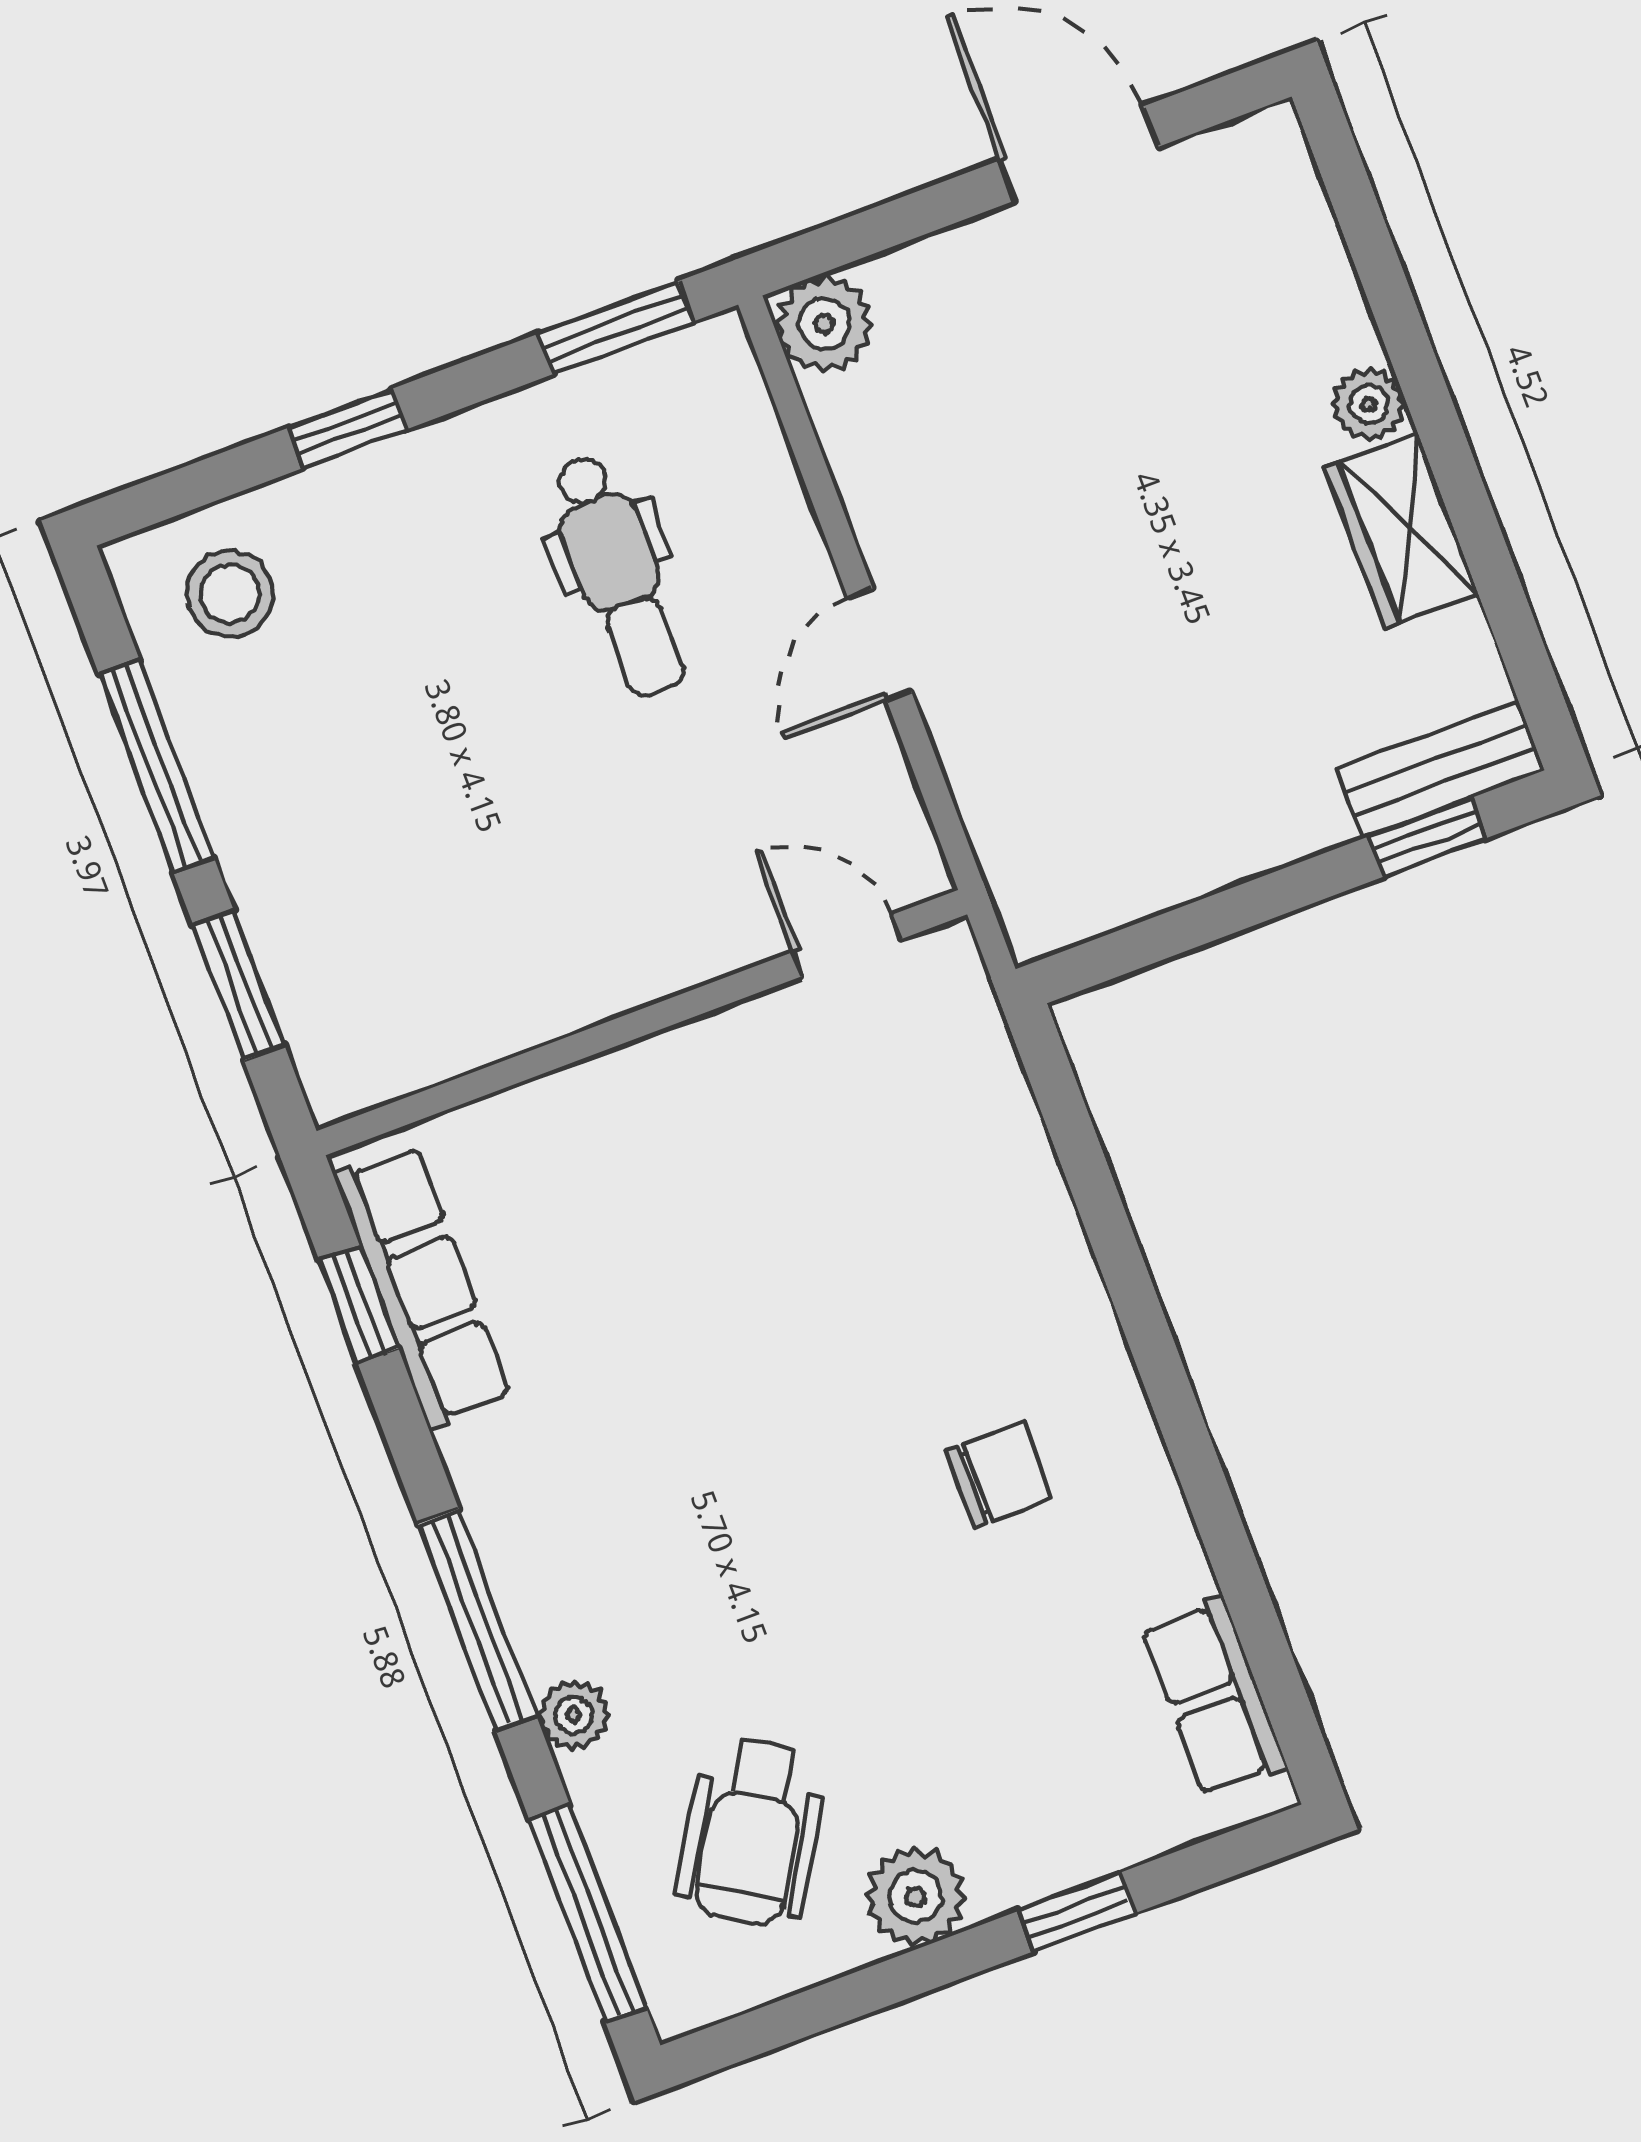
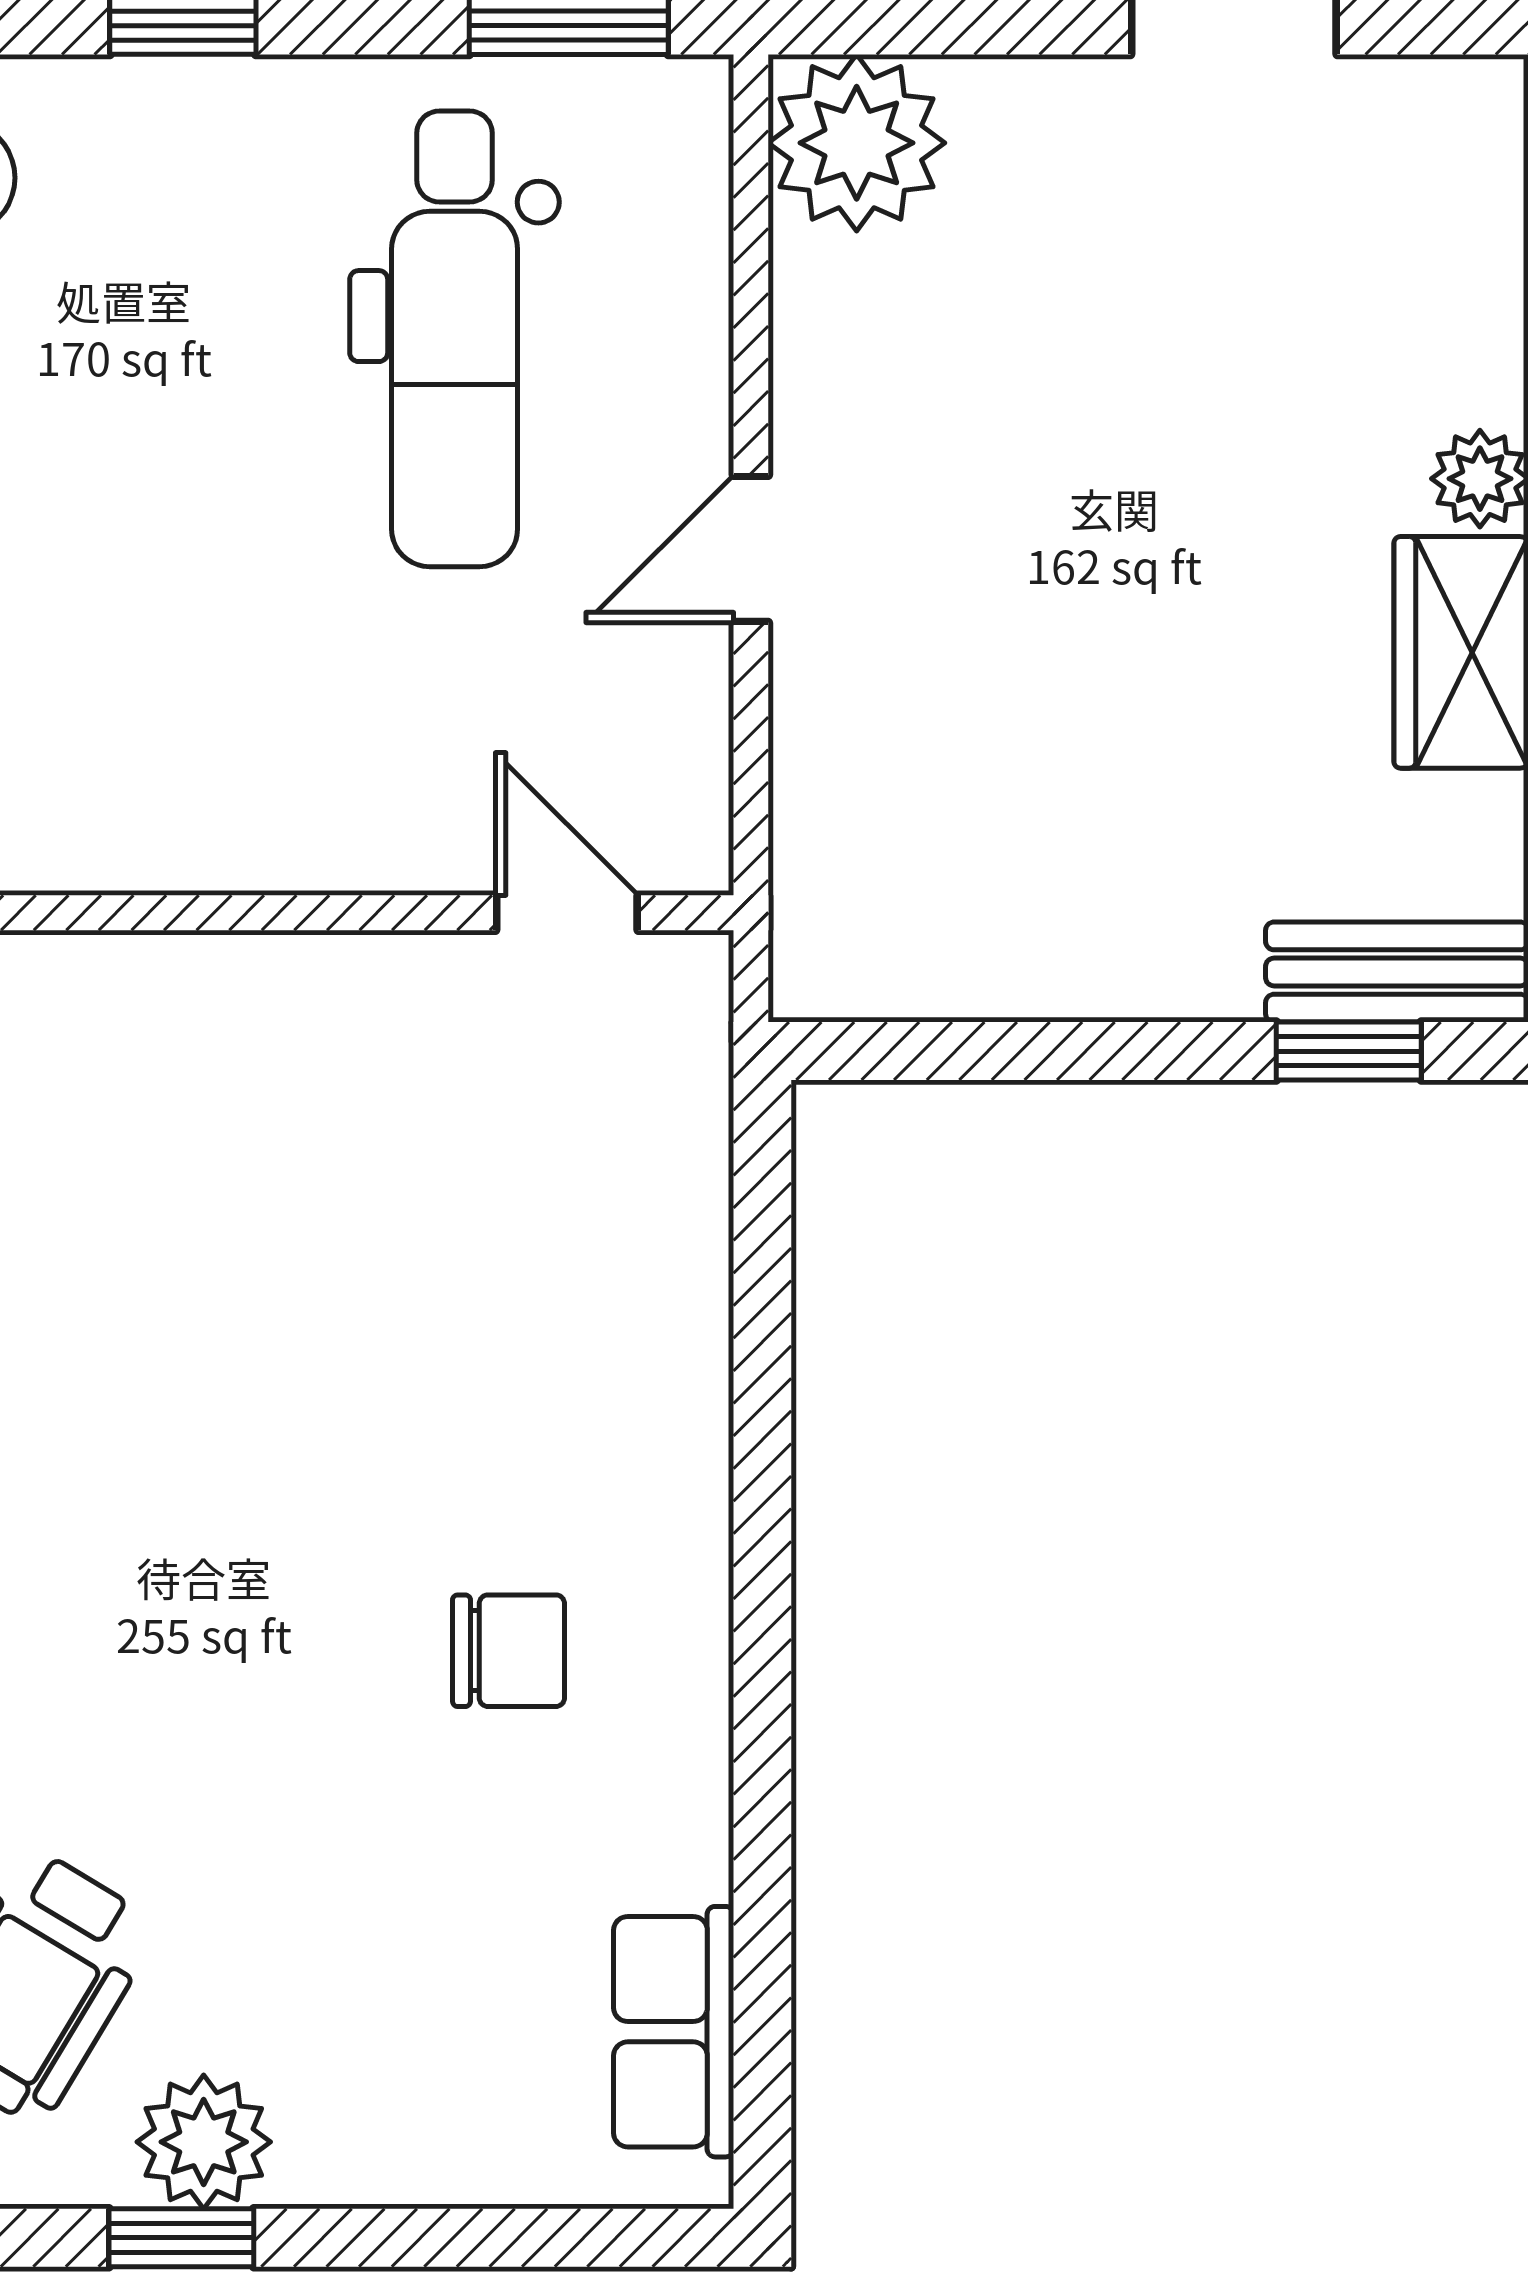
plant: (824, 324) -> (857, 143), width x1.36, depth x1.36
dental chair: (618, 576) -> (455, 339), width x1.36, depth x1.38
window: (1076, 1912) -> (181, 2238), moved

